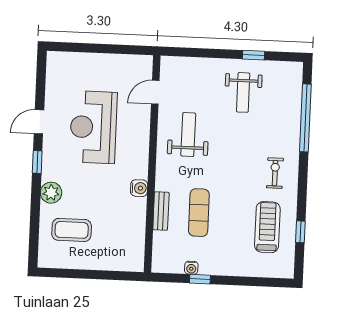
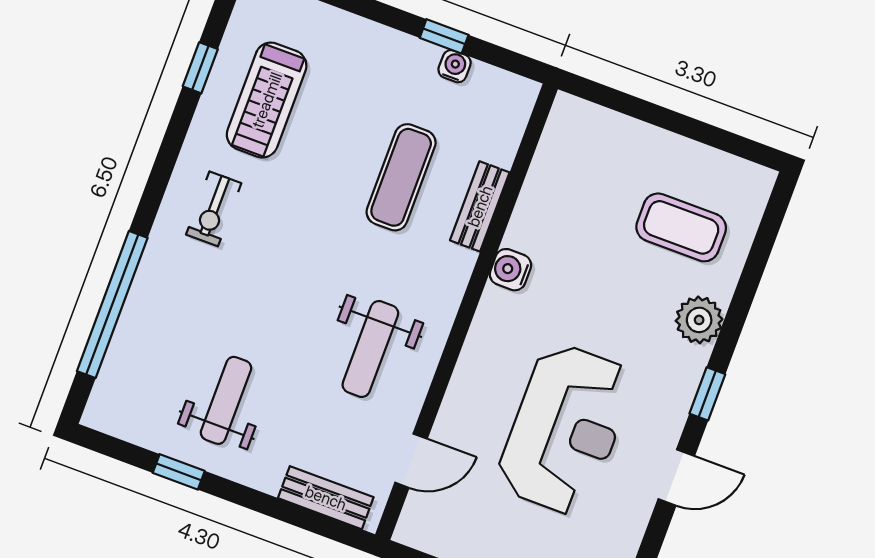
bench: (187, 65) -> (326, 498), added

